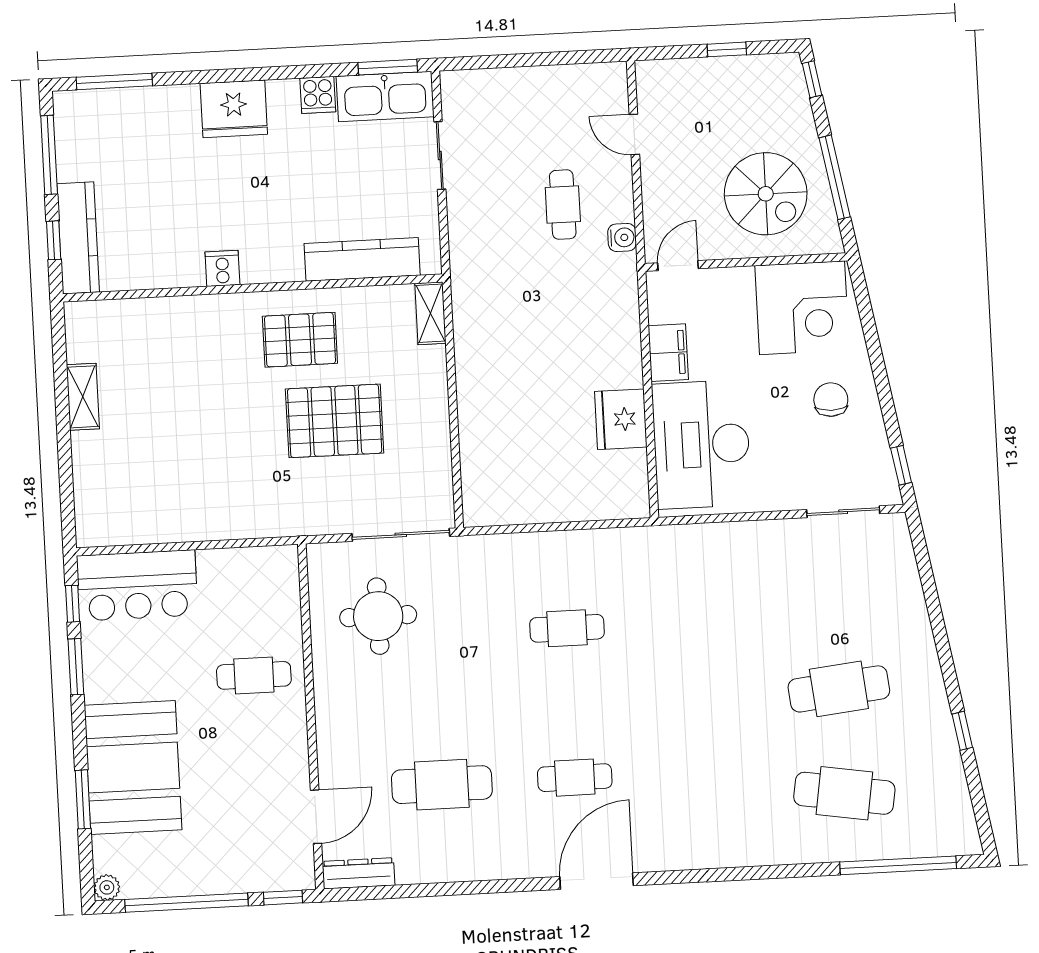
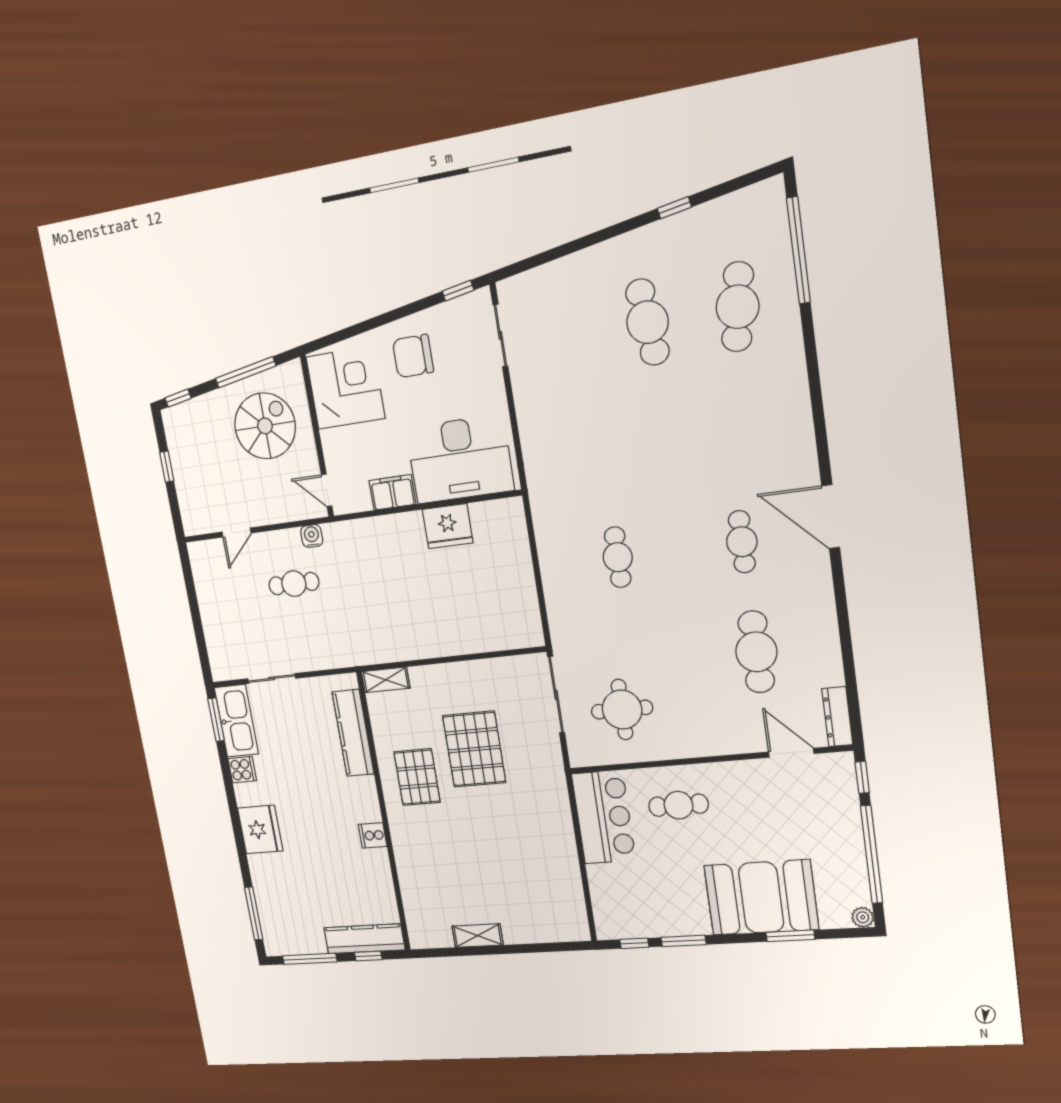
chair: (831, 400) -> (413, 356), width x1.37, depth x1.37
bar counter: (137, 585) -> (604, 817), moved
cafe table: (254, 675) -> (678, 805), turned 90

